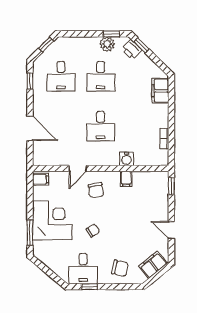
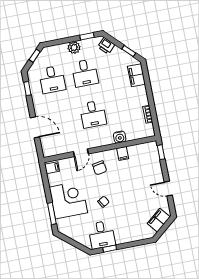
plant: (107, 44) -> (74, 48), moved
window: (141, 45) -> (129, 51), moved
chair: (120, 268) -> (132, 228), removed

